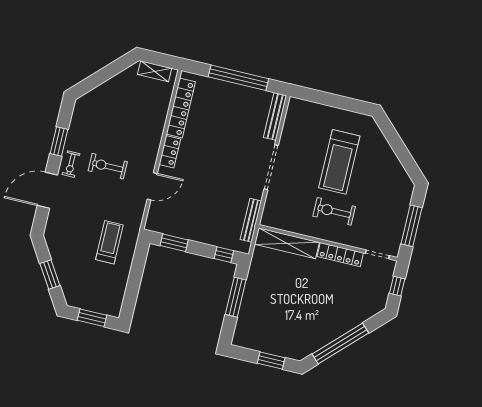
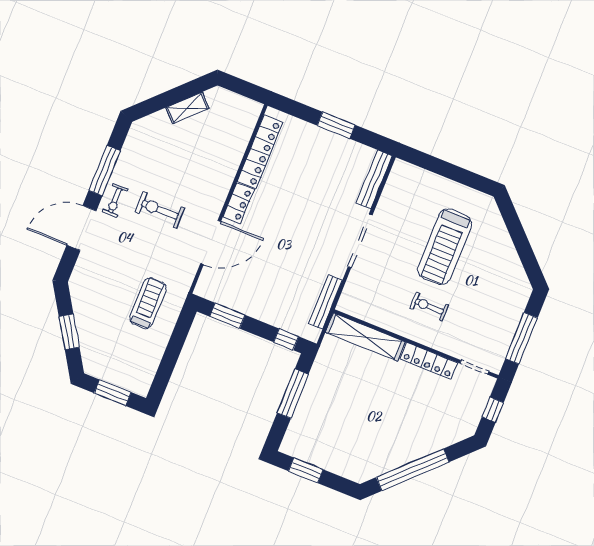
shelving: (155, 71) -> (187, 108), moved, turned -45
window: (238, 78) -> (336, 125), width x0.47
window: (59, 142) -> (105, 171), width x1.44
door: (152, 186) -> (211, 242), width x1.36
exercise bike: (334, 211) -> (429, 306), width x0.73, depth x0.72
window: (271, 361) -> (306, 470), moved

